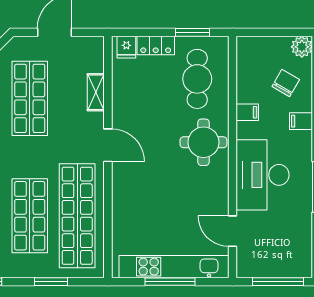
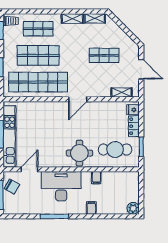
chair: (286, 83) -> (12, 187), moved
shelving: (96, 92) -> (122, 93), moved
shop shelf: (30, 98) -> (104, 55), width x0.70, depth x0.74

